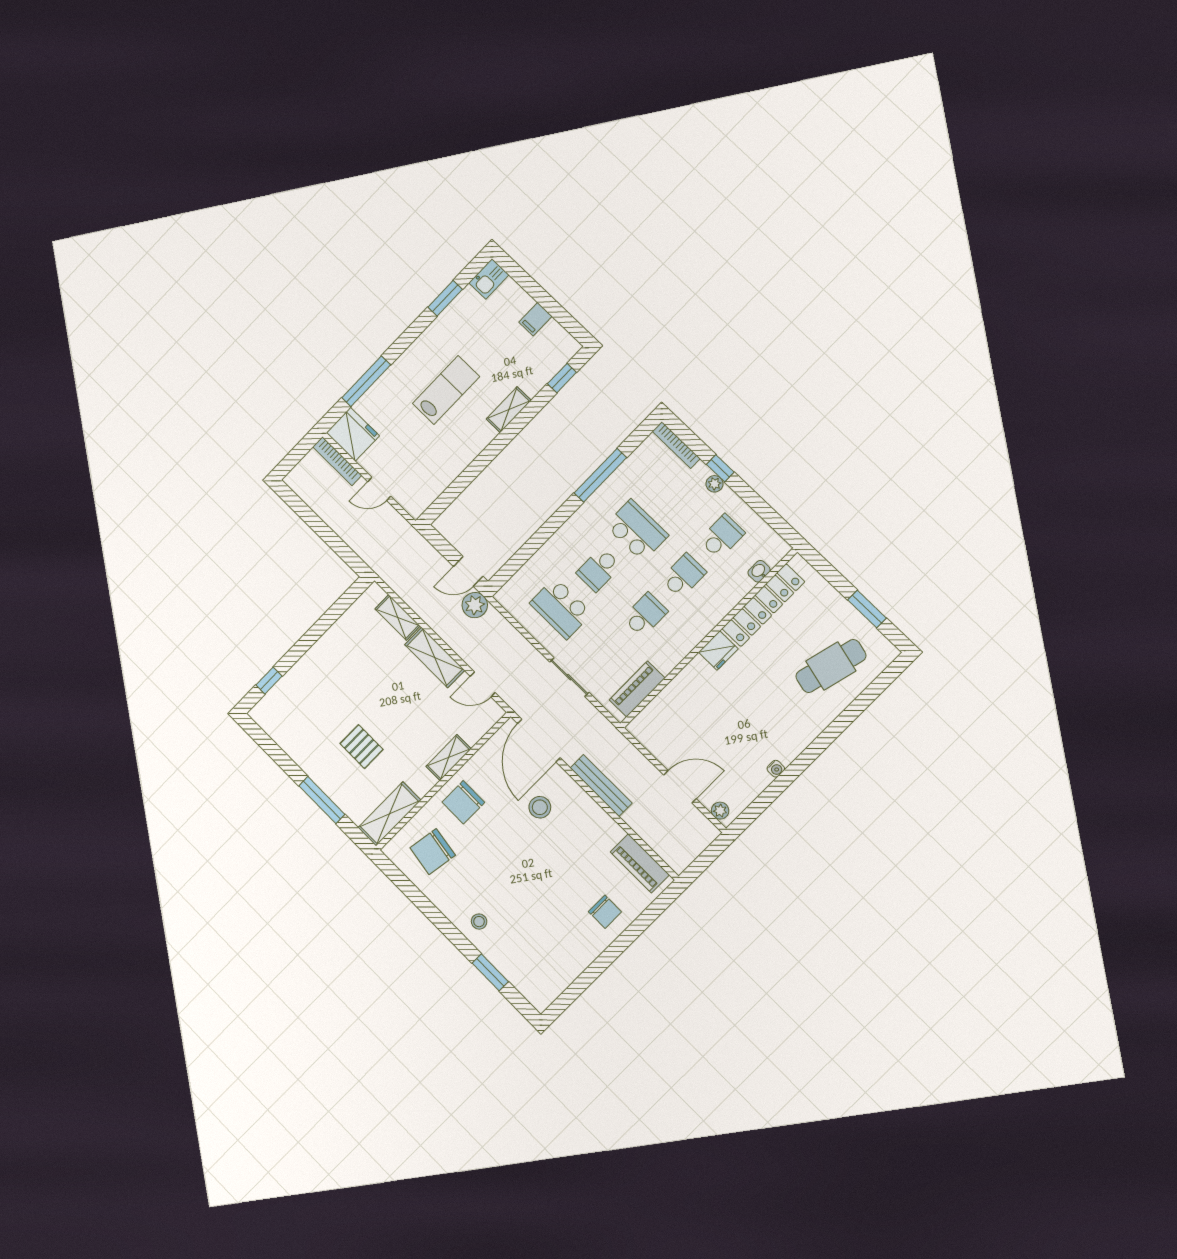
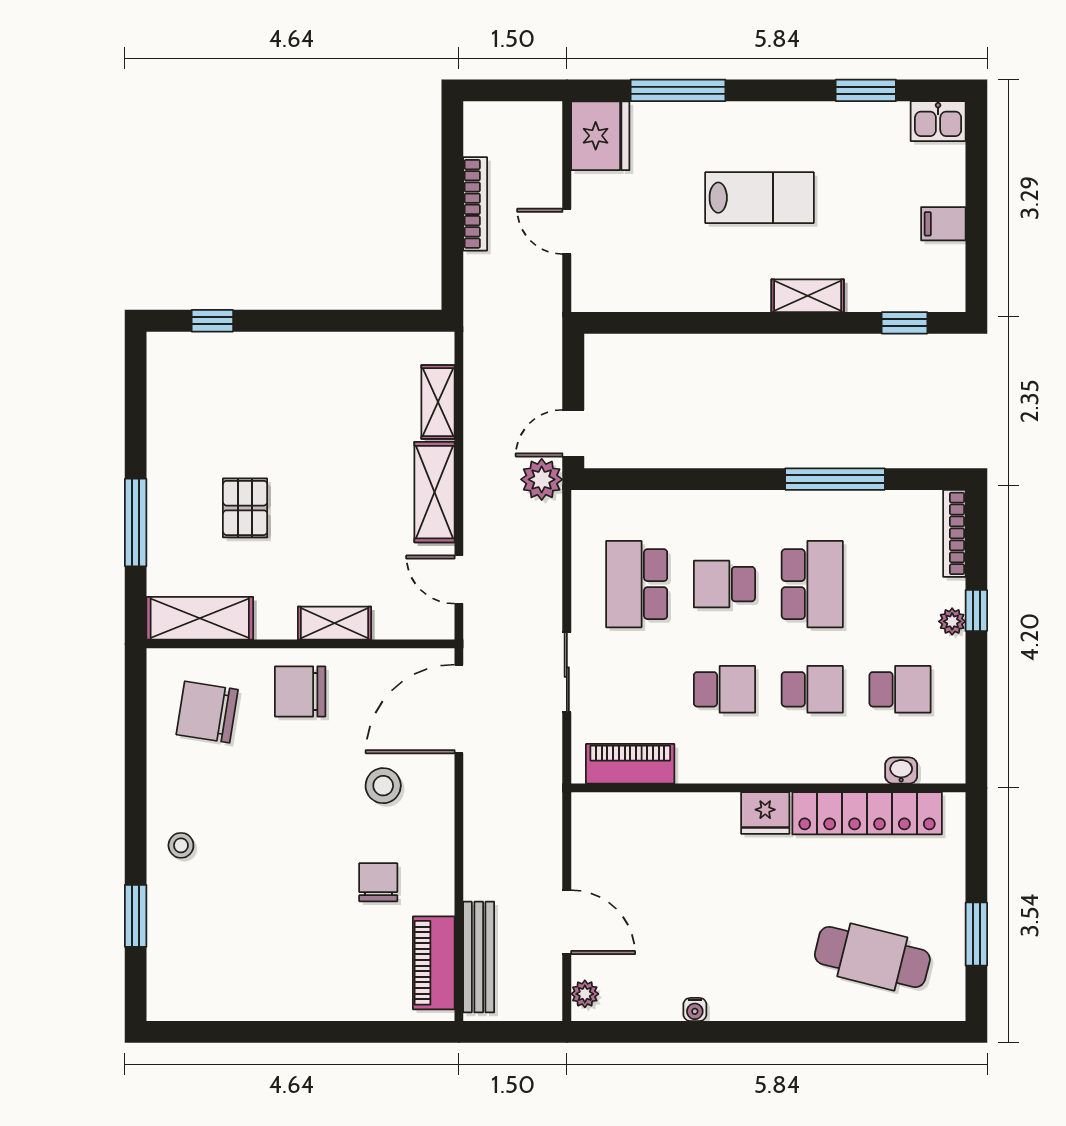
bookcase: (337, 461) -> (475, 204), moved, turned 180
door: (468, 571) -> (573, 433), hinge flipped
bench: (601, 785) -> (479, 957), moved
chair: (605, 912) -> (378, 882), moved, turned 180

